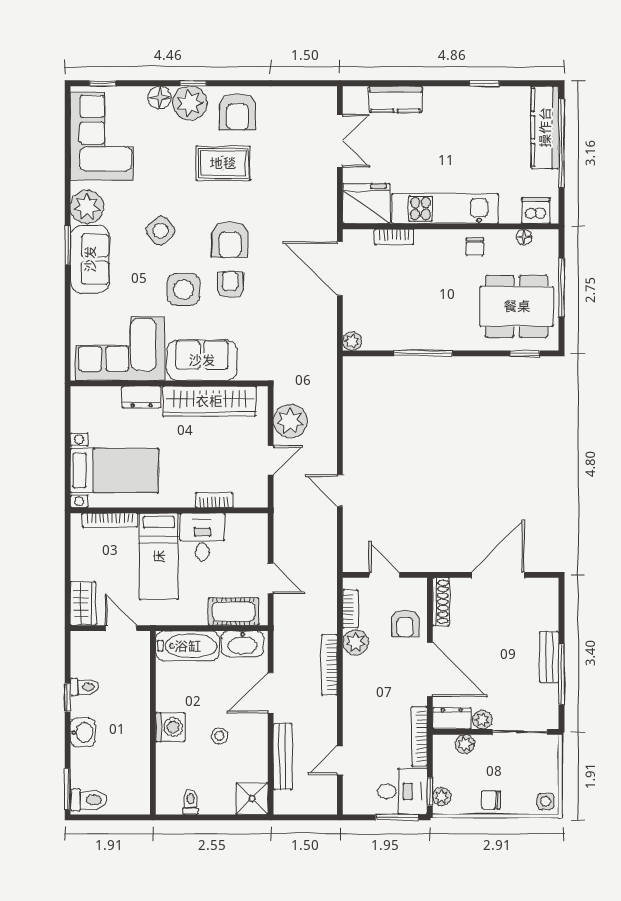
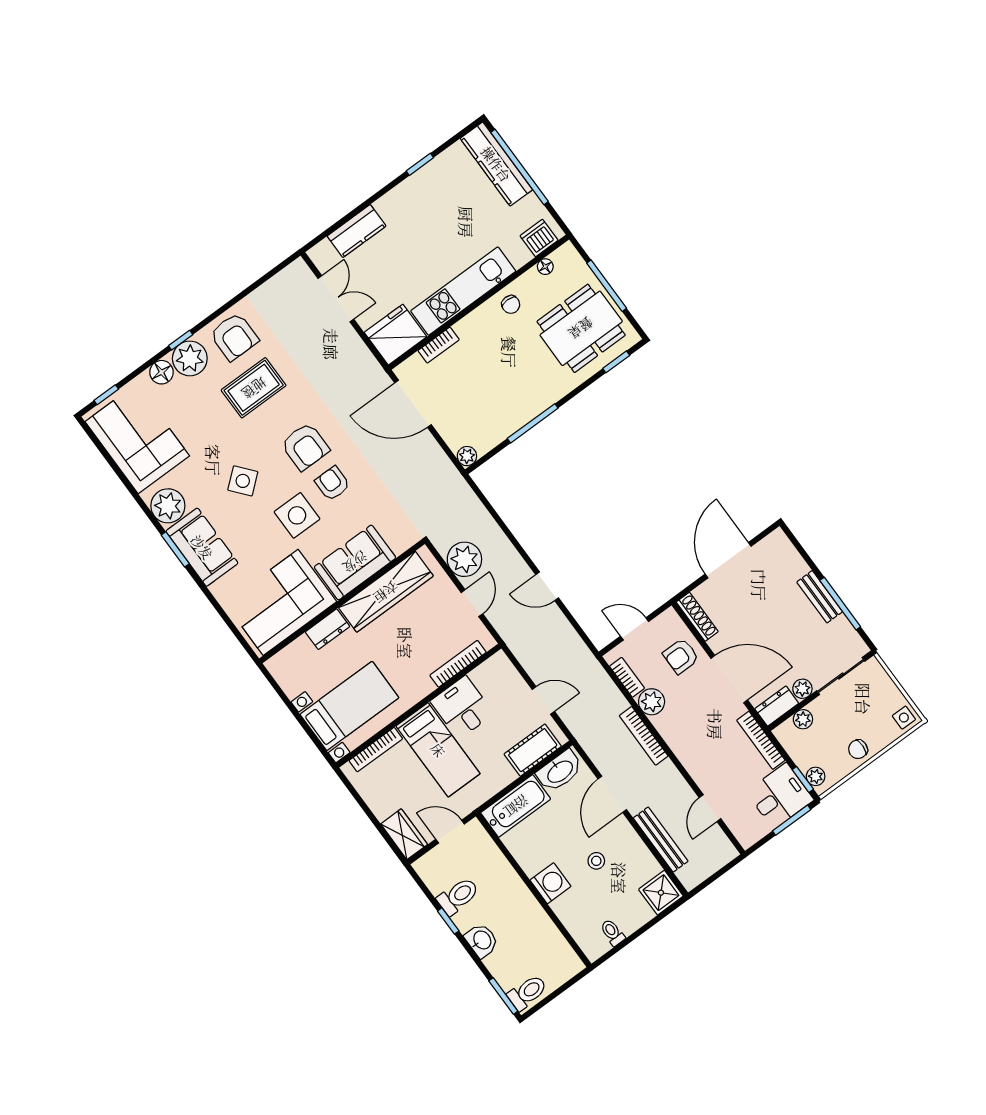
bookcase: (214, 500) -> (458, 664), width x1.56
armchair: (405, 623) -> (681, 656), turned 90
toilet: (84, 687) -> (458, 896), width x1.37, depth x1.39

